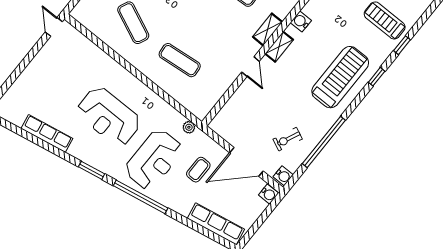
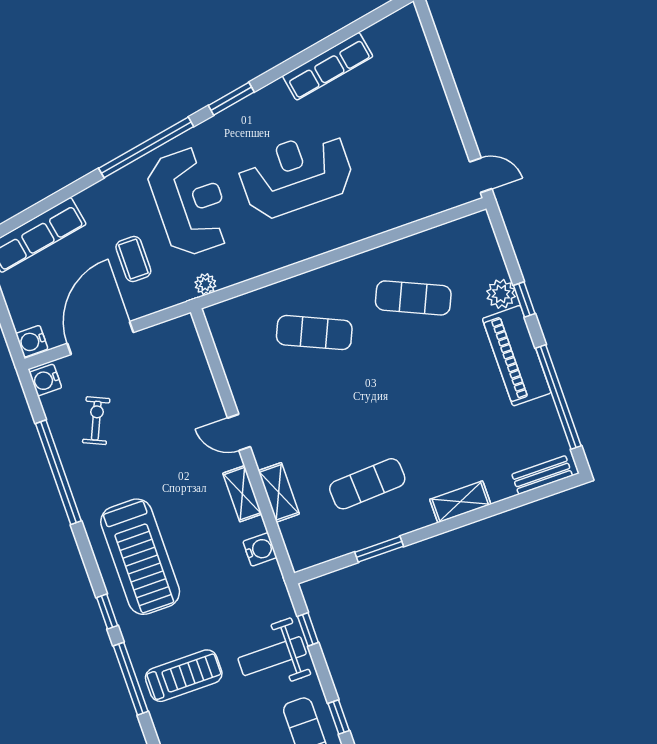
window: (402, 45) -> (131, 679), width x2.17
exercise mat: (180, 60) -> (314, 333), turned 30
reception desk: (154, 160) -> (190, 202), turned 180

